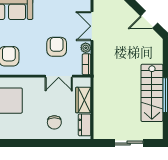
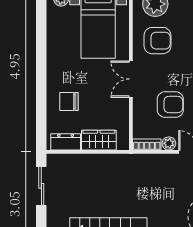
double door: (59, 76) -> (131, 79), moved
sliding door: (129, 143) -> (41, 186), moved

